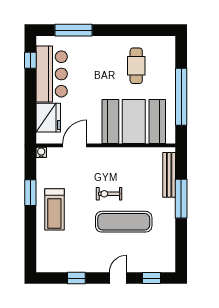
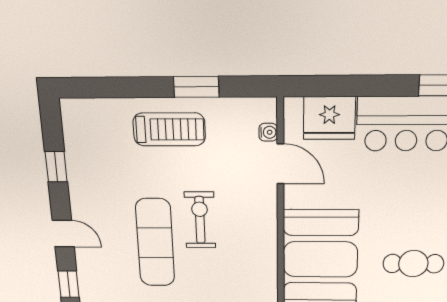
water cooler: (41, 152) -> (268, 132), moved
exercise bike: (109, 194) -> (200, 220), width x1.38, depth x1.39
treadmill: (54, 209) -> (169, 129), turned 180

